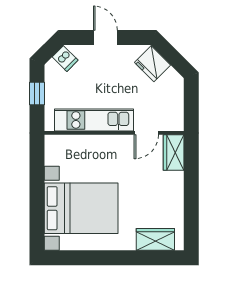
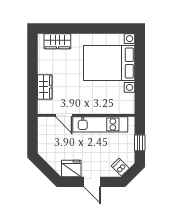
fridge: (152, 64) -> (71, 168), moved, turned -45
door: (146, 133) -> (64, 115), swing flipped
wardrobe: (174, 153) -> (45, 87), moved

